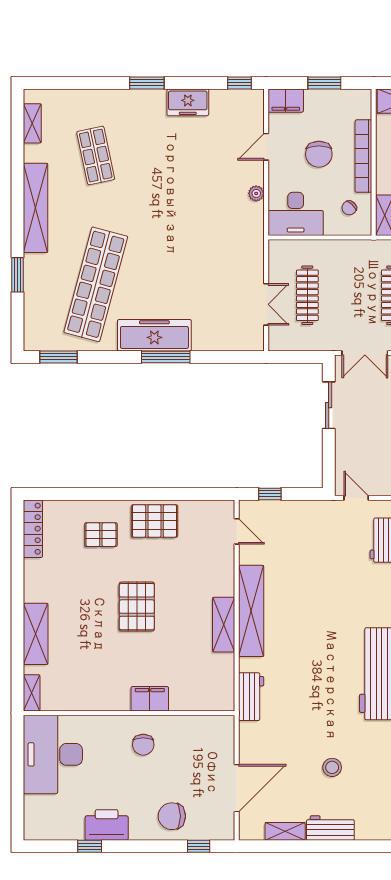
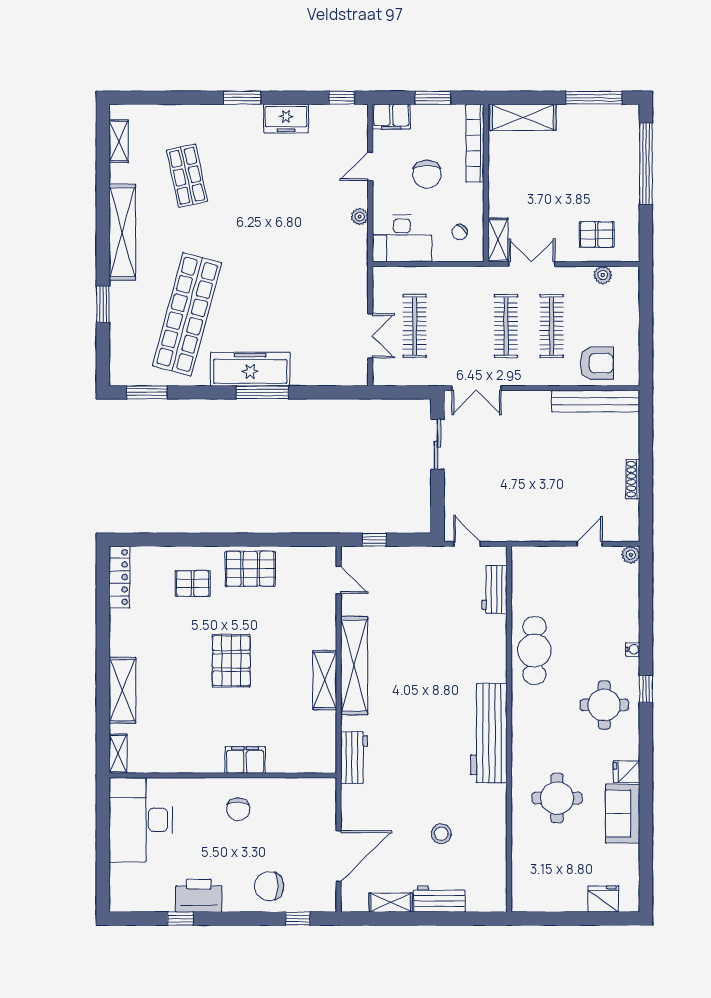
bookcase: (363, 156) -> (475, 143), moved

